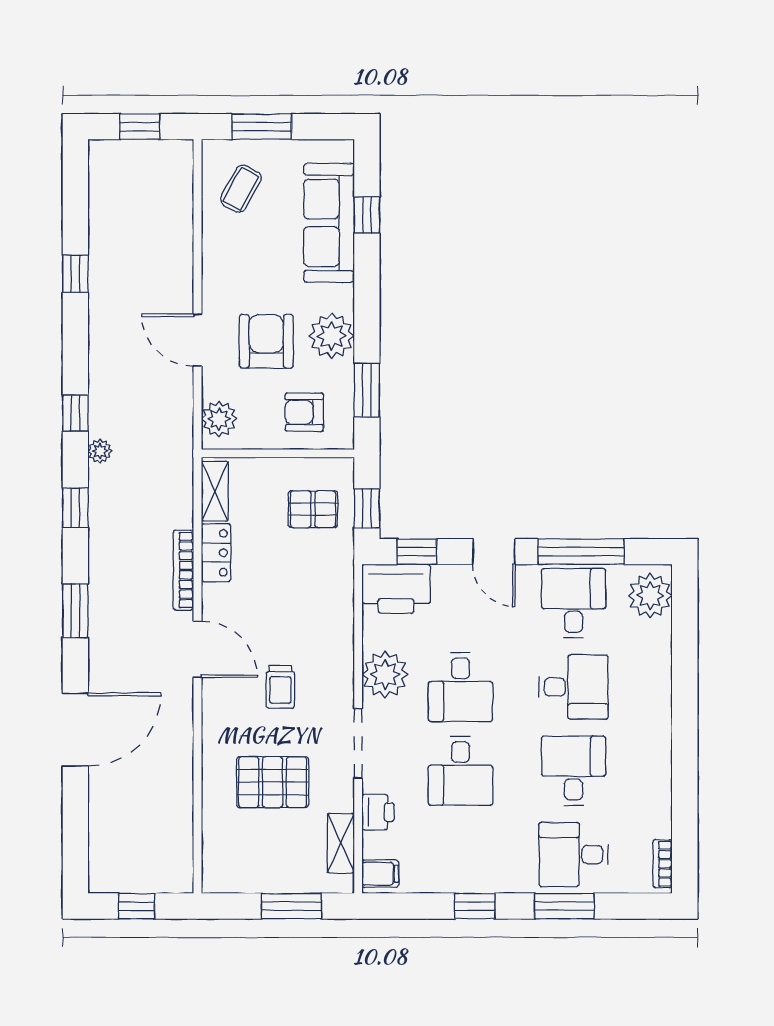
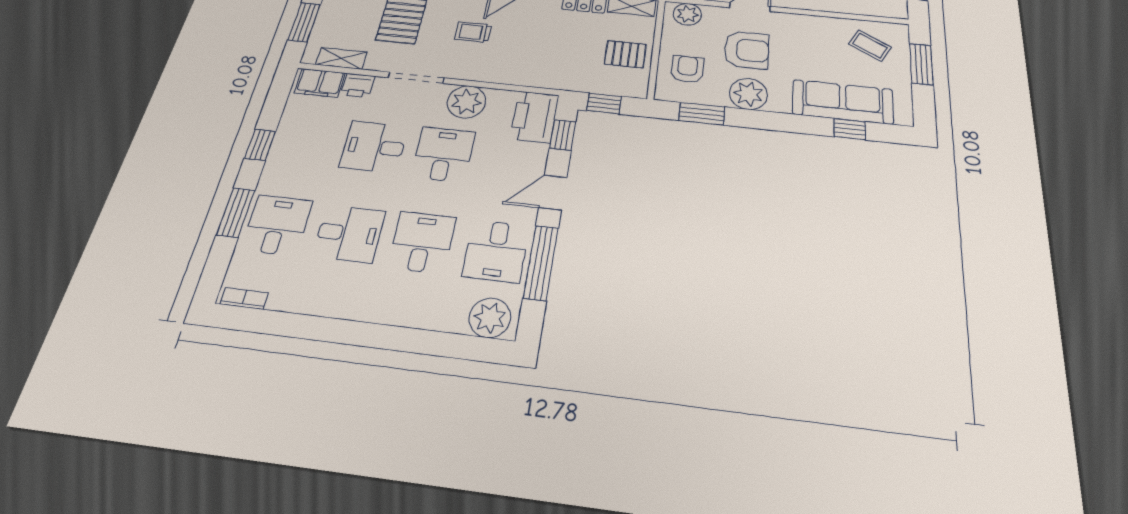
pallet: (313, 509) -> (625, 54), moved, turned 90
desk: (574, 603) -> (496, 251), turned 90
desk: (460, 687) -> (443, 154), turned 90
desk: (574, 687) -> (422, 242), turned 180
filing cabinet: (380, 874) -> (320, 83), width x2.00

